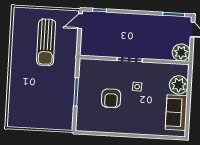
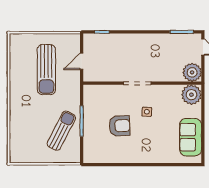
door: (80, 21) -> (82, 61), moved
plant: (179, 85) -> (191, 95), moved
armchair: (111, 98) -> (120, 126), turned -93
sun lounger: (57, 100) -> (61, 131), added

